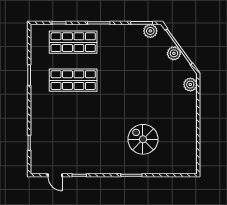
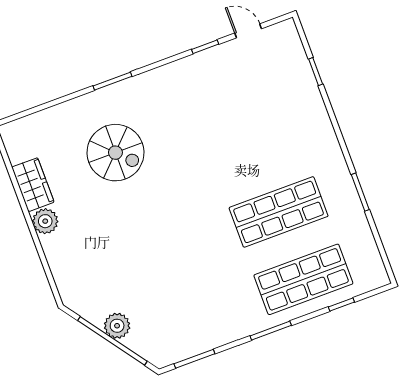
plant: (150, 31) -> (174, 350), removed
plant: (190, 85) -> (45, 221), moved
wardrobe: (190, 139) -> (33, 185), added

